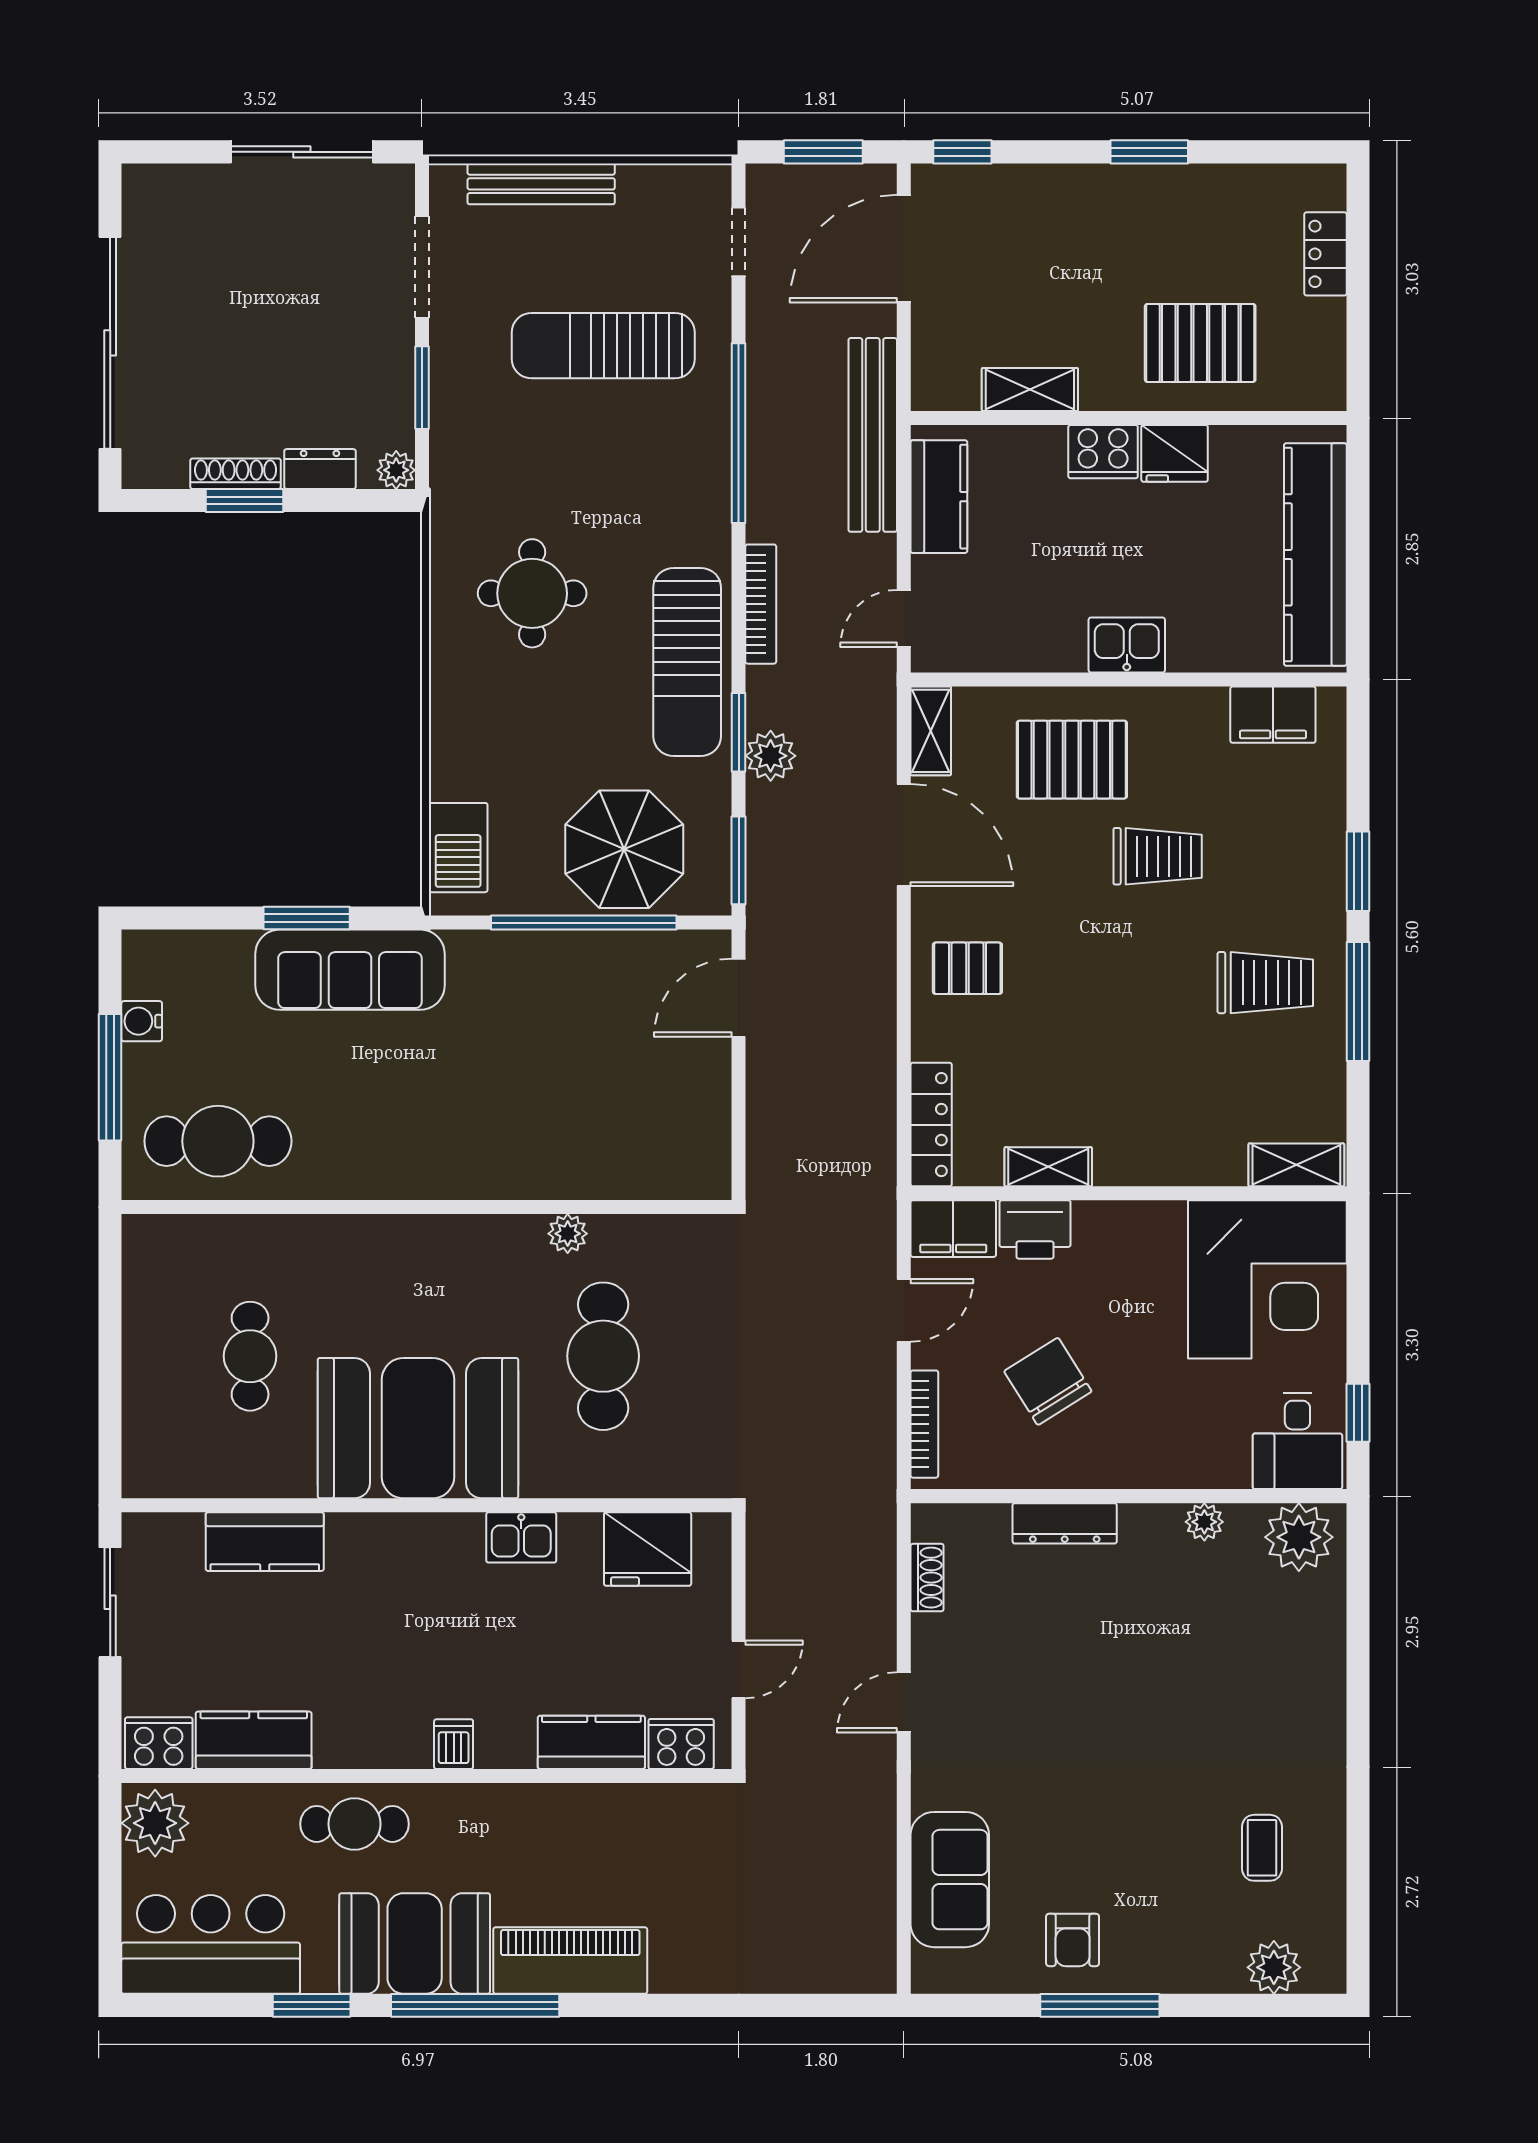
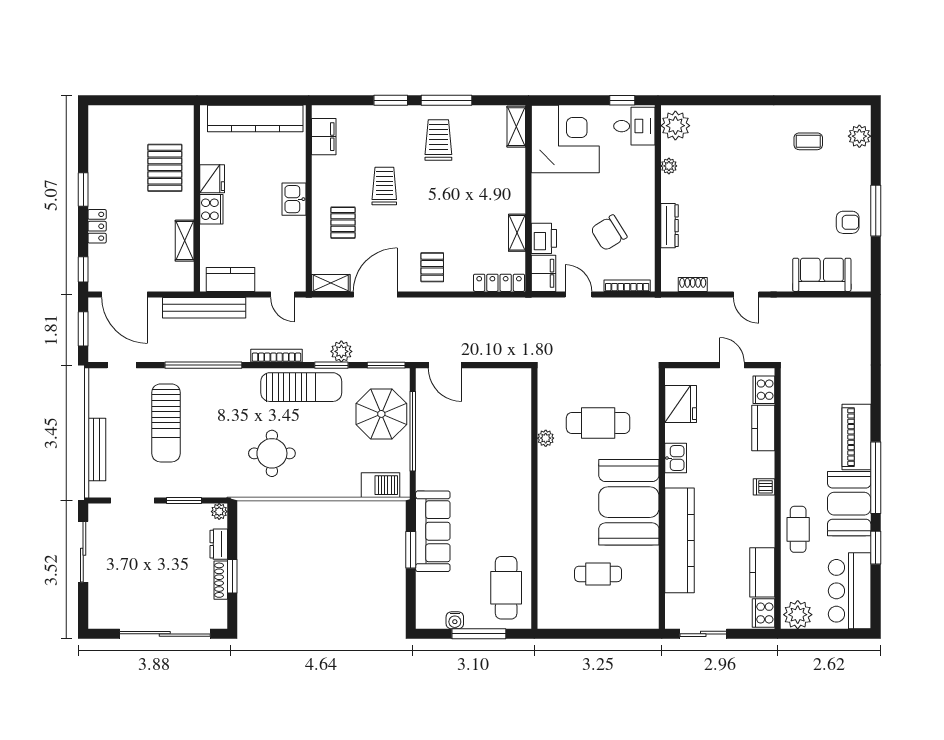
locker: (1325, 254) -> (97, 226), moved, turned -90
pallet: (1072, 760) -> (343, 223), width x0.67, depth x0.71
kitchen counter: (265, 1542) -> (679, 540), width x2.08, depth x1.17

